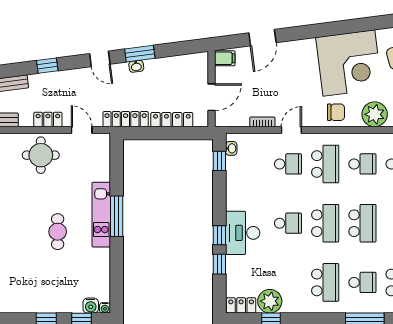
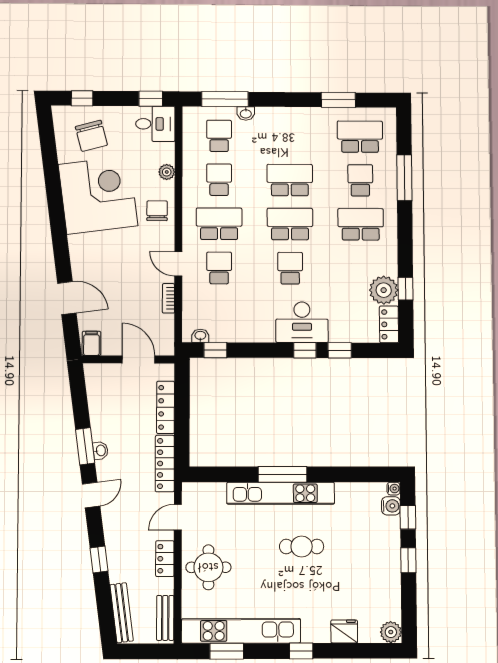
plant: (375, 114) -> (167, 172), width x0.53, depth x0.53
kitchen unit: (101, 215) -> (281, 493), width x1.36

